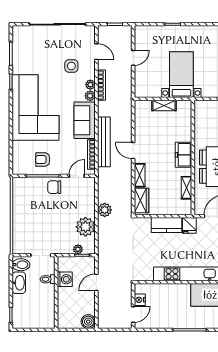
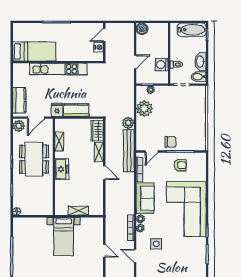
door: (133, 58) -> (104, 251), swing flipped
bench: (104, 142) -> (129, 151), moved
bathtub: (29, 321) -> (192, 30), added

